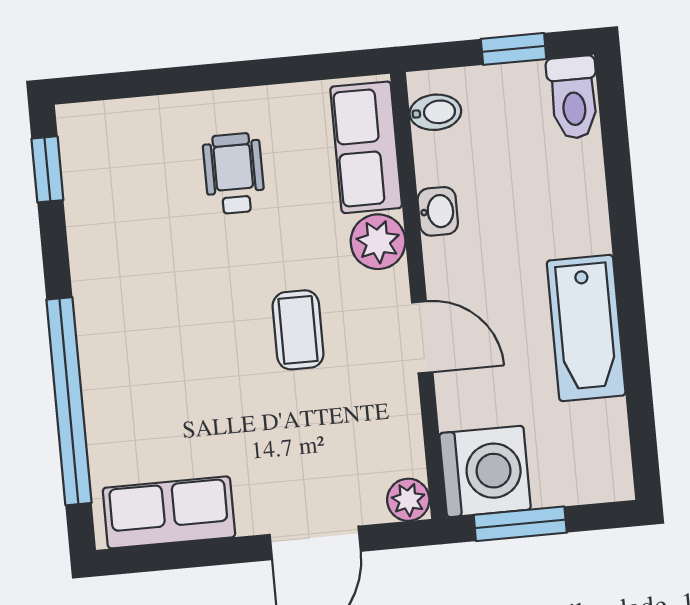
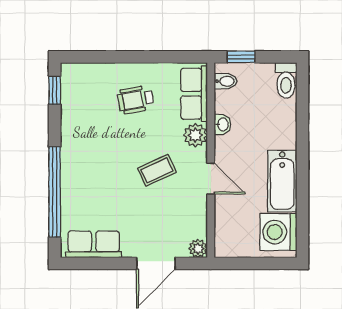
window: (514, 49) -> (241, 57), moved
wheelchair: (234, 173) -> (135, 100), turned -100
coffee table: (298, 330) -> (157, 170), turned 65
washing machine: (485, 471) -> (278, 232), moved, turned 180
window: (520, 524) -> (246, 263), removed

